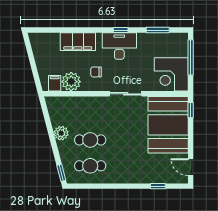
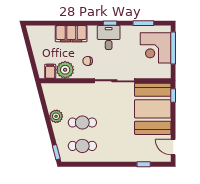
desk: (119, 46) -> (109, 38), width x0.73
corner desk: (171, 74) -> (156, 48), moved
sliding door: (126, 94) -> (114, 81), width x1.37

